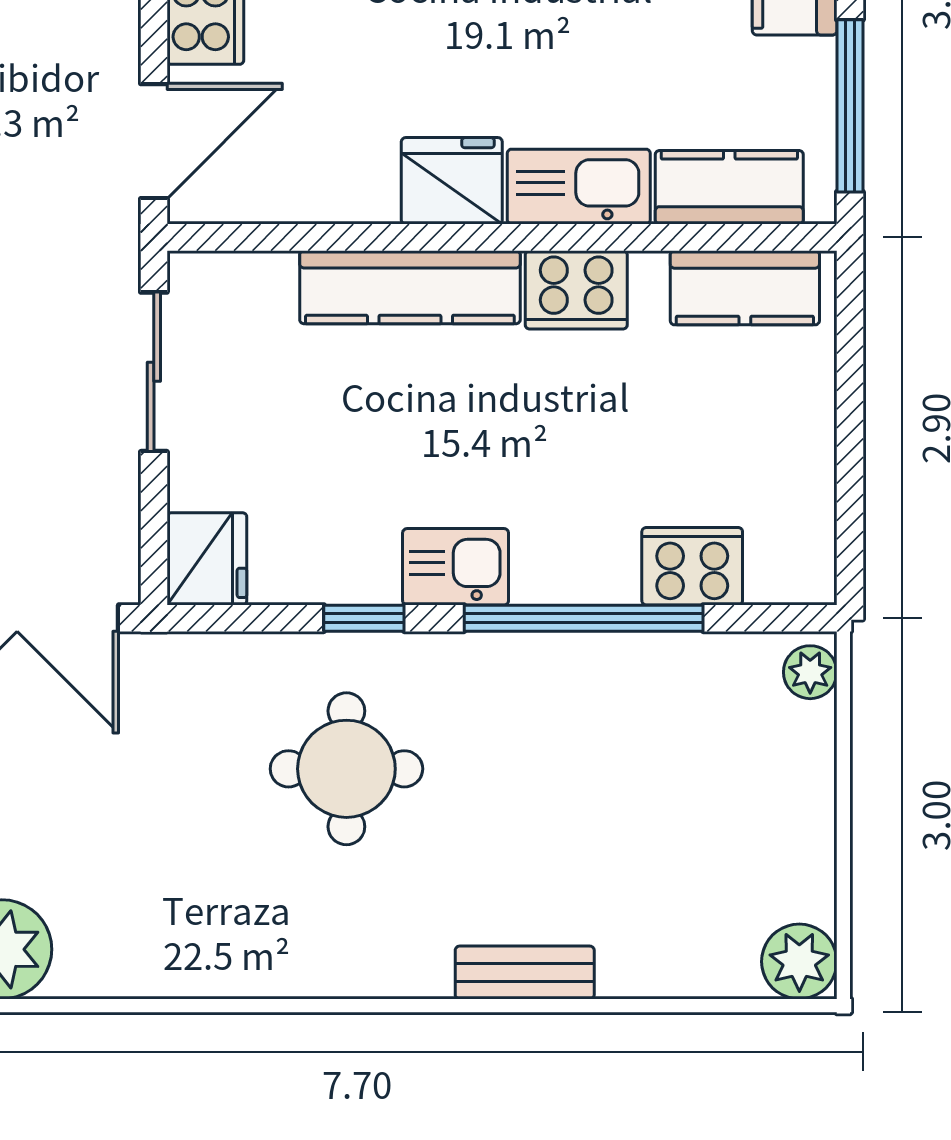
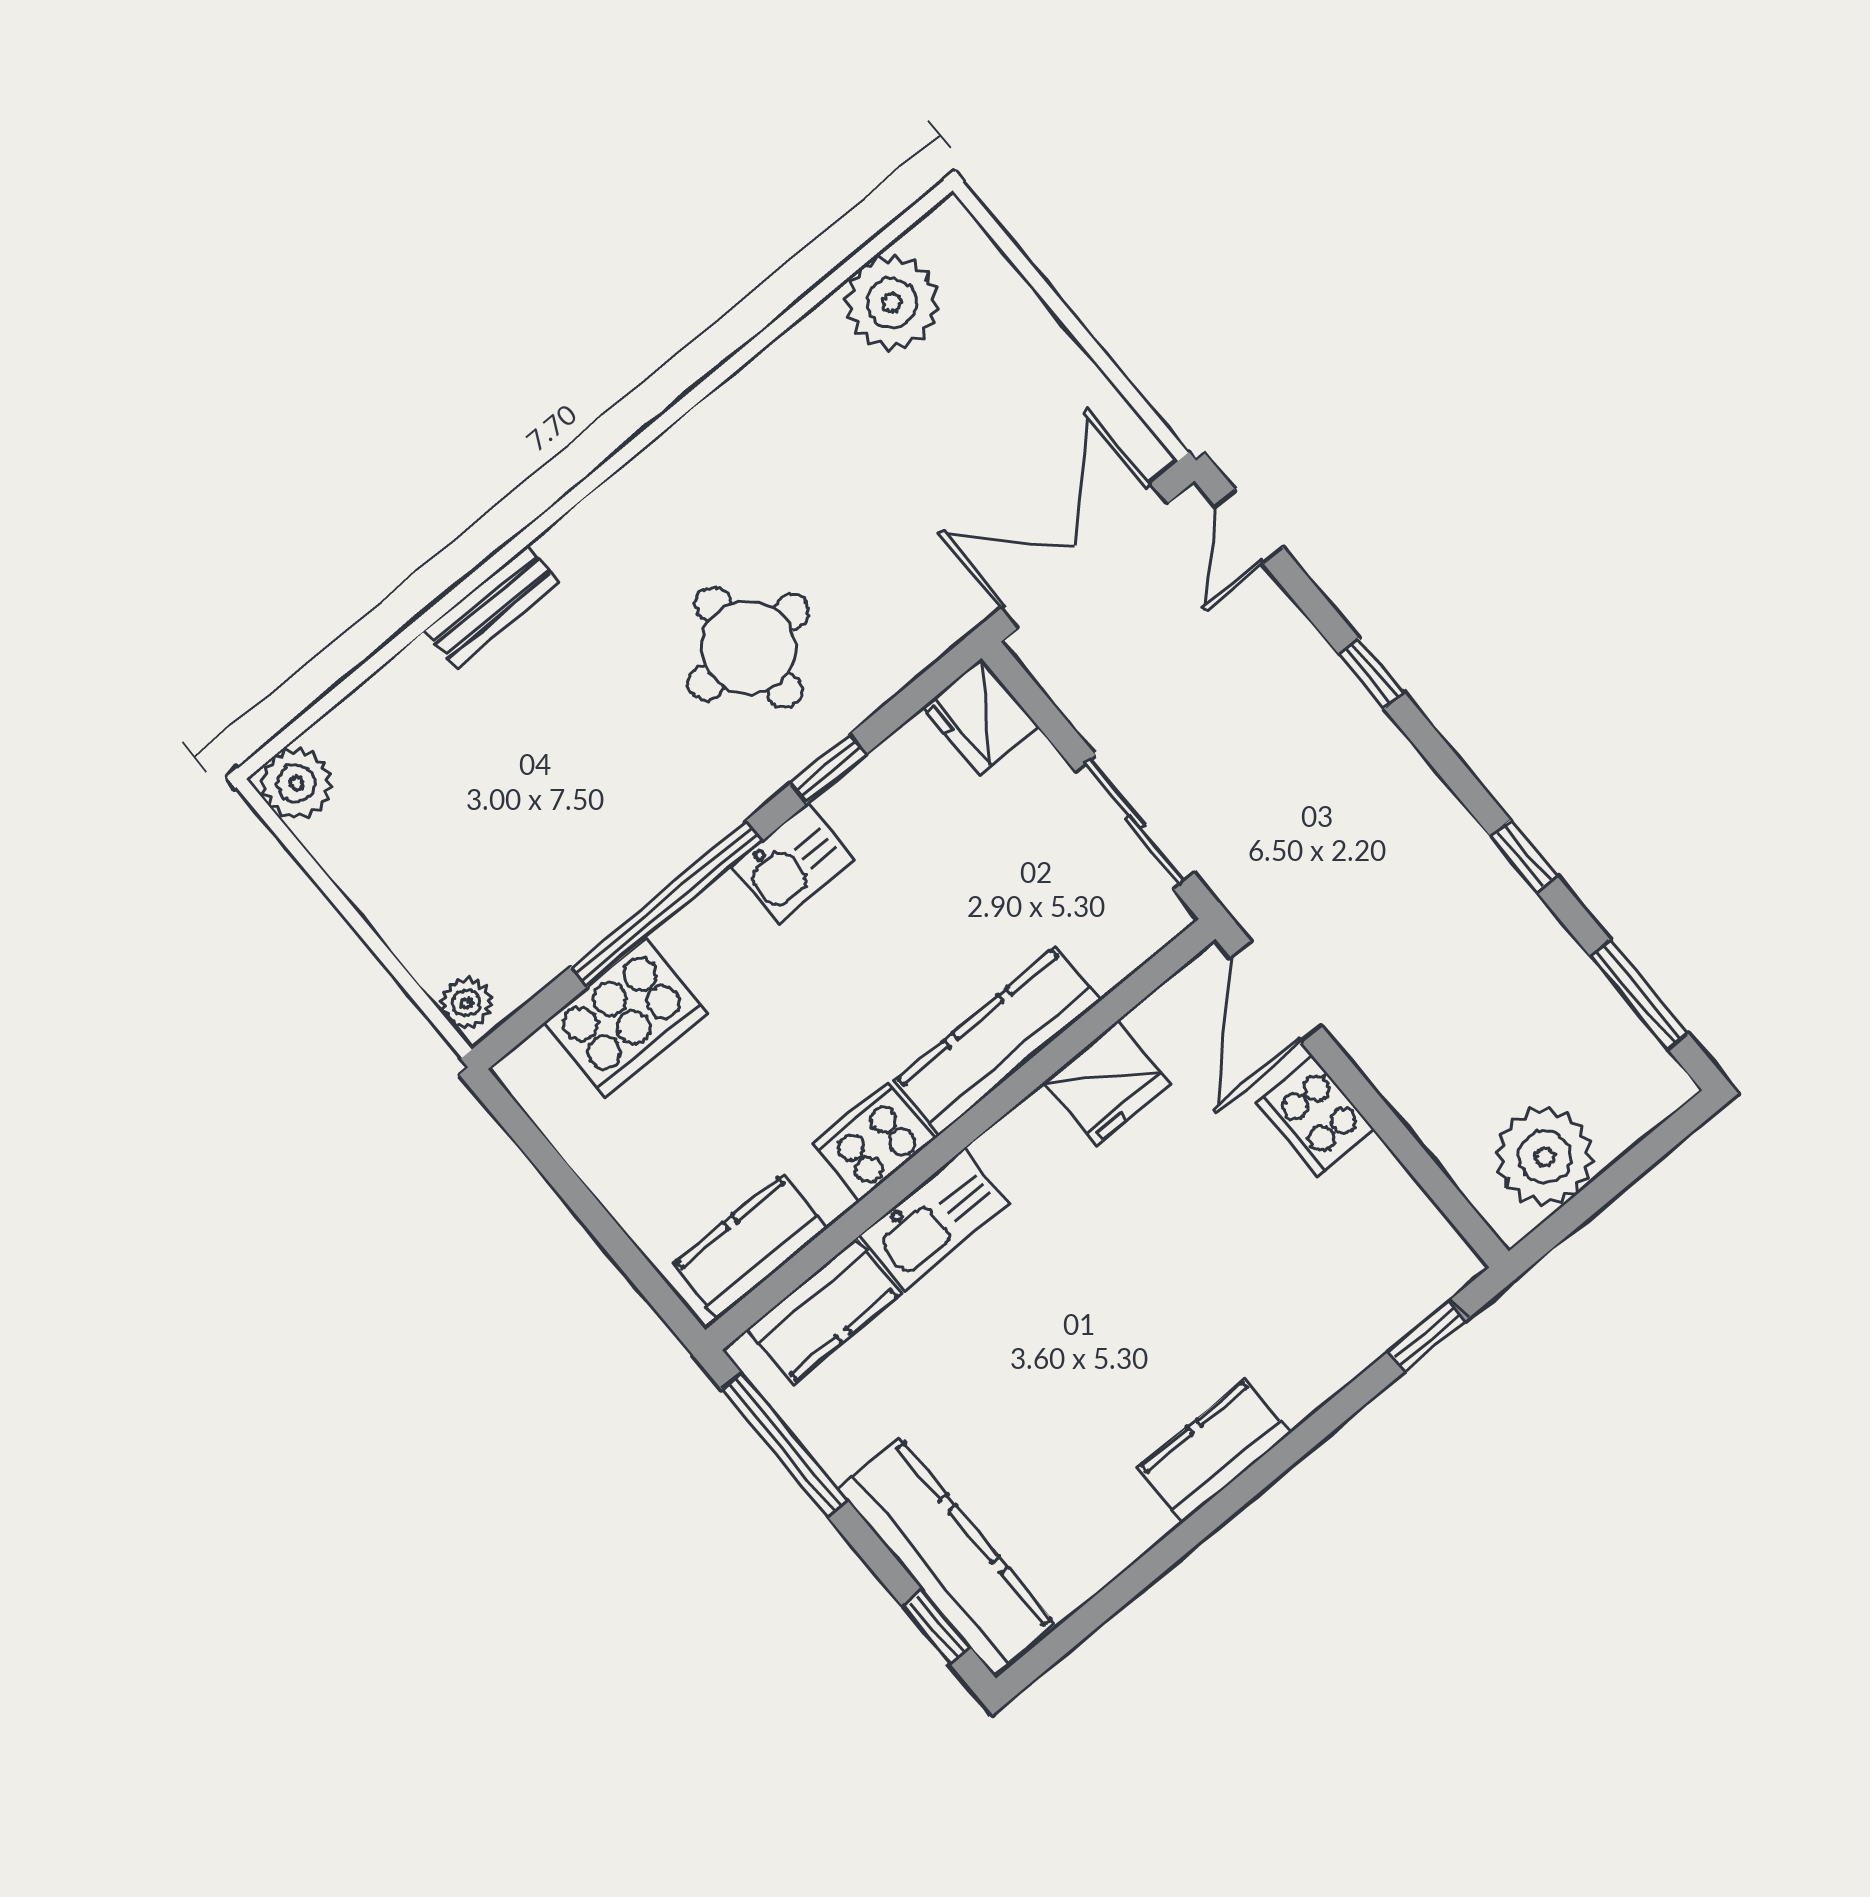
fridge: (452, 181) -> (1107, 1083), moved
cooker: (692, 566) -> (626, 1018), width x1.37, depth x1.31

